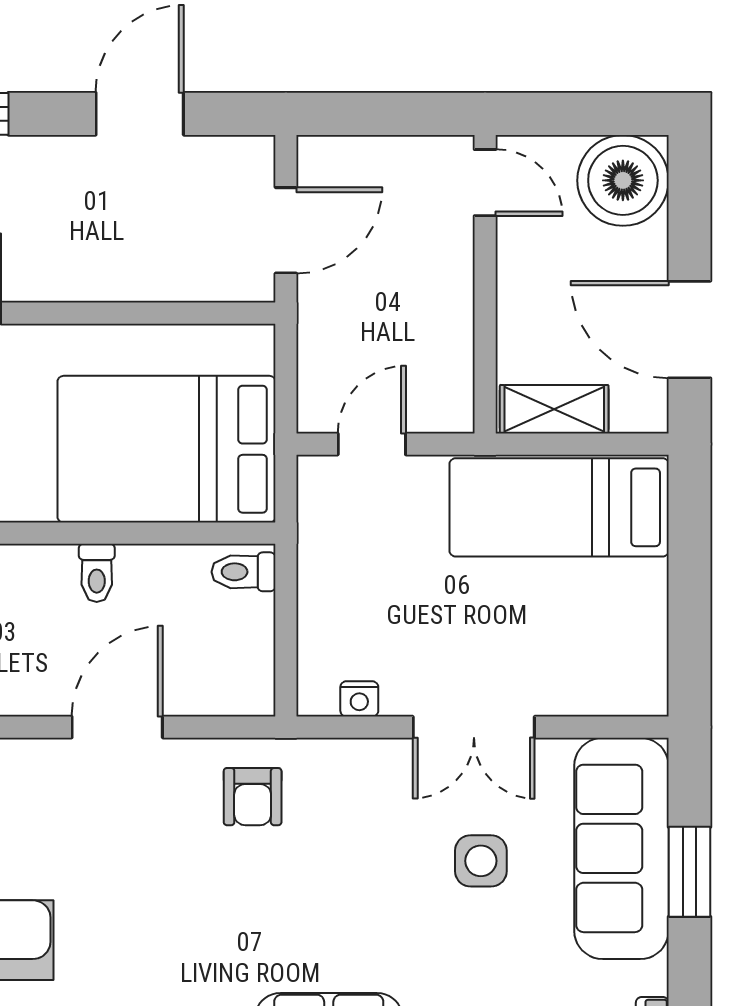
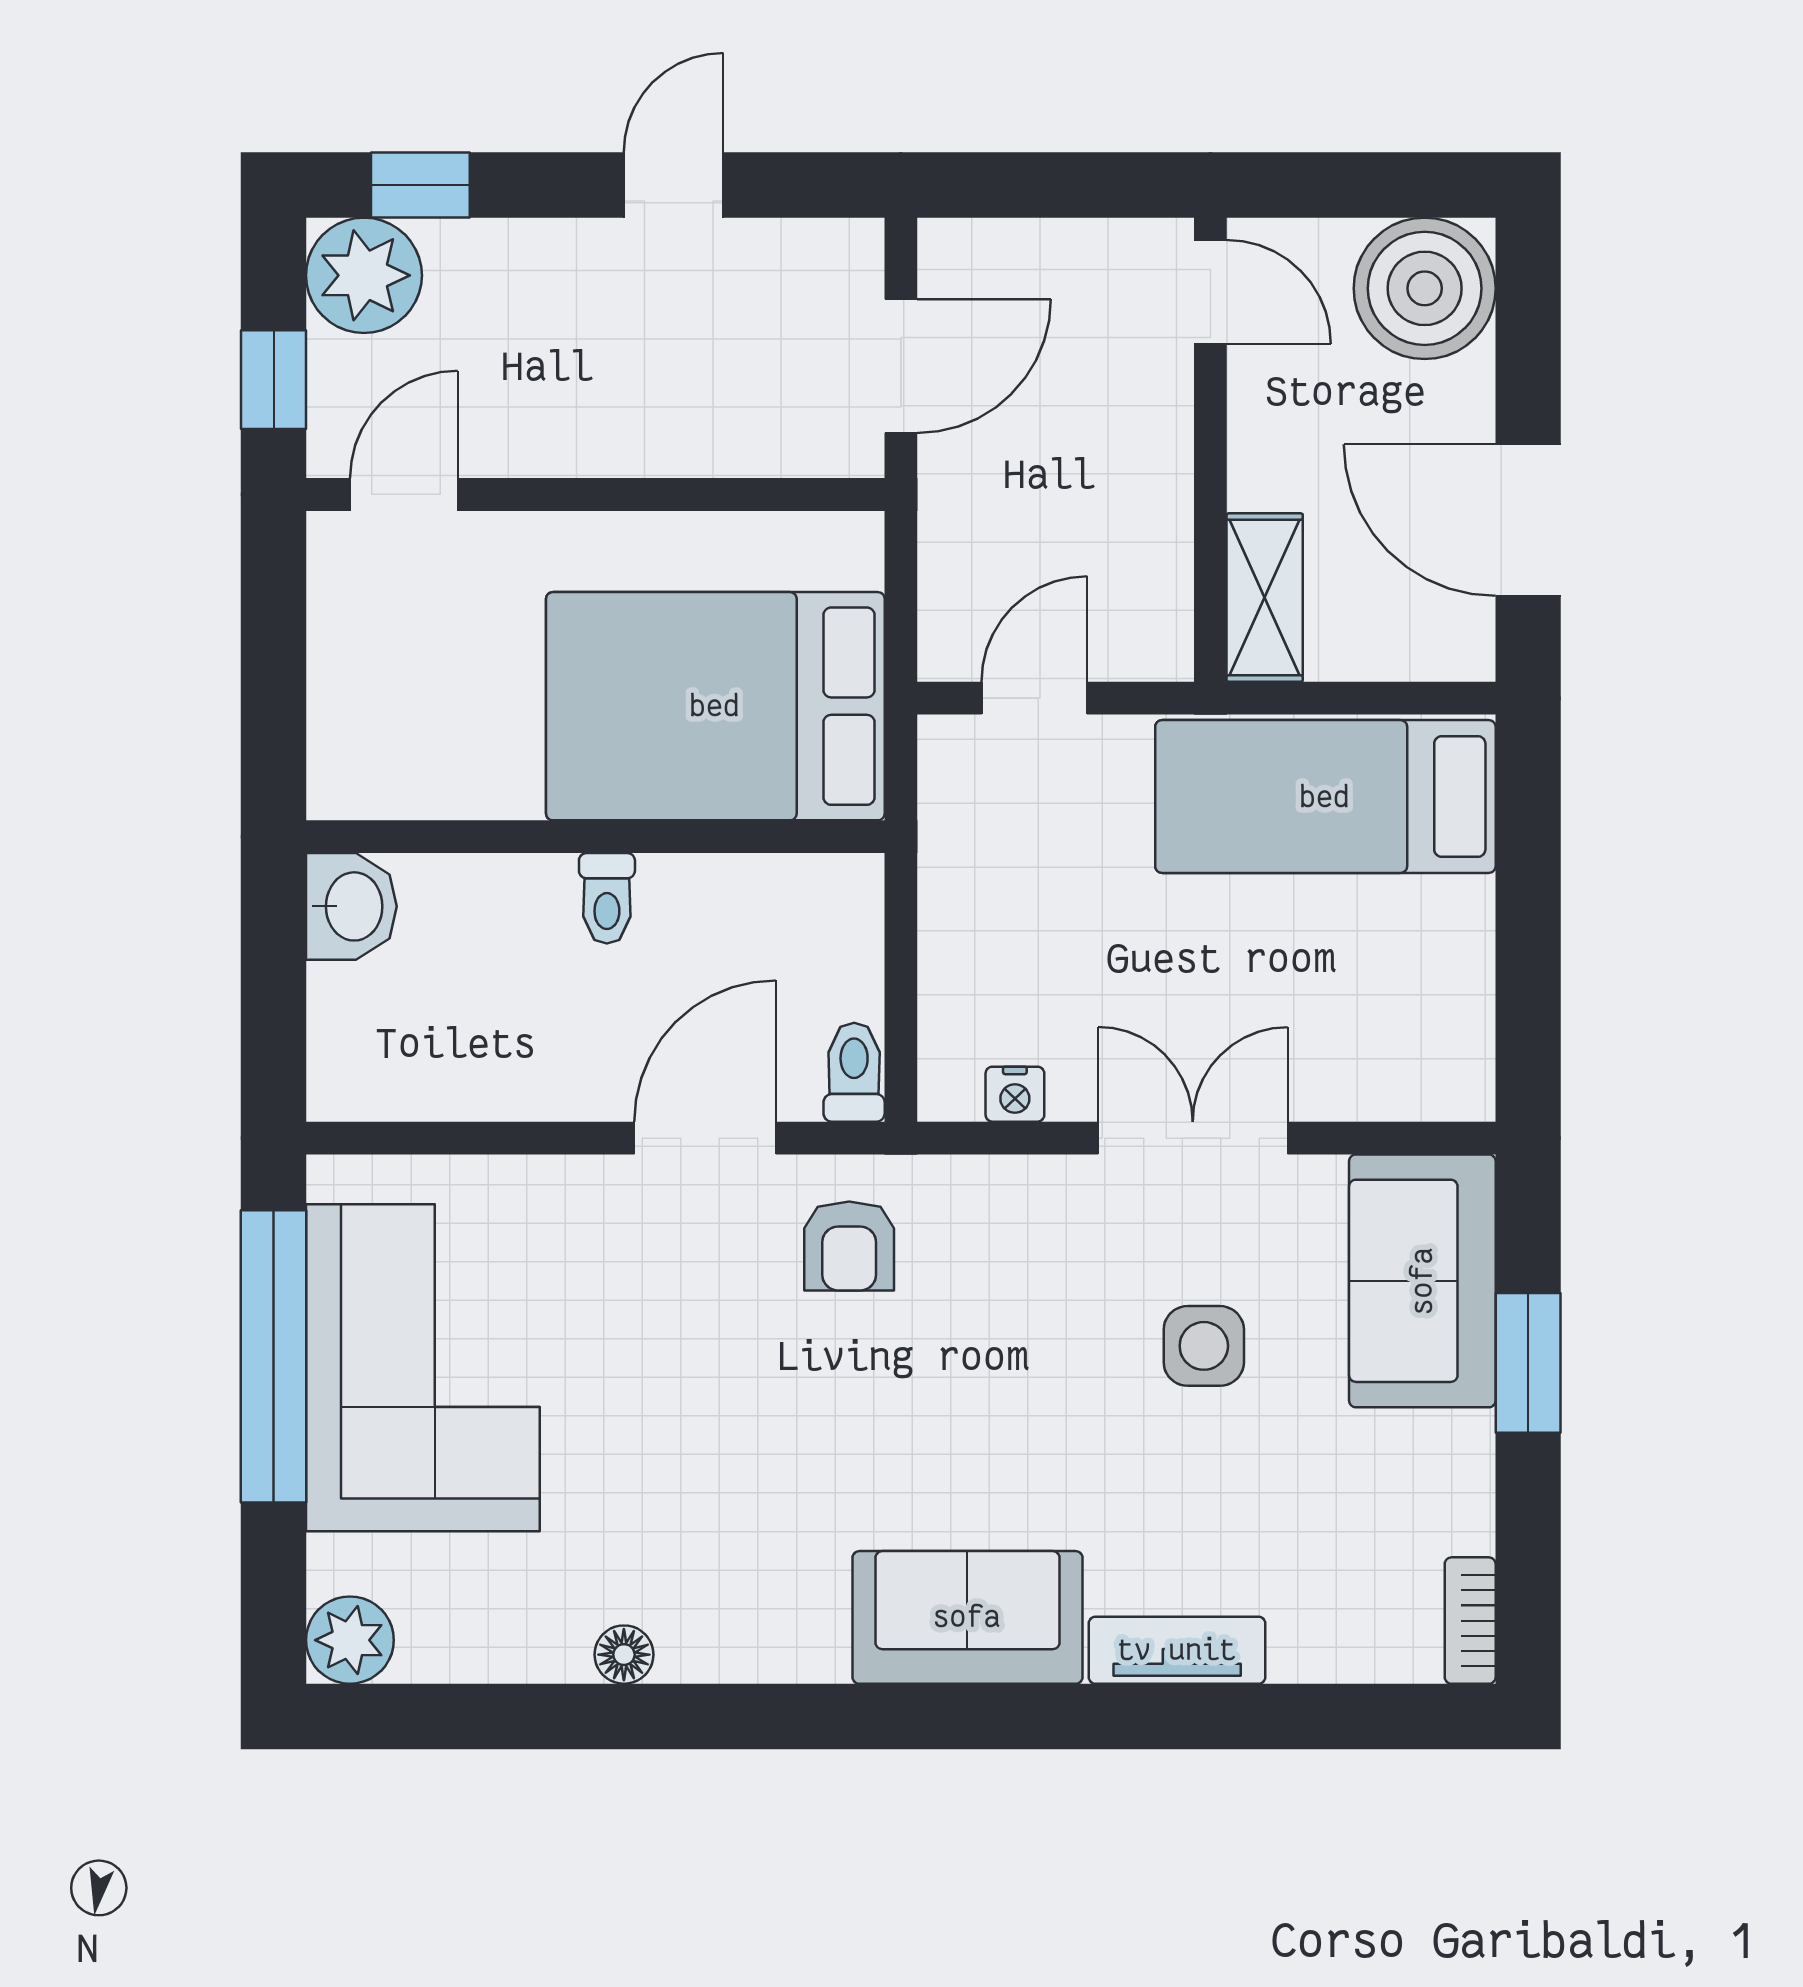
door: (140, 114) -> (674, 185), width x0.73
shelving: (554, 409) -> (1265, 598), moved, turned 90
toilet: (243, 572) -> (854, 1072), moved, turned 90
door: (117, 727) -> (705, 1138), moved
double door: (474, 727) -> (1193, 1138), swing flipped
sofa: (621, 848) -> (1422, 1281), width x0.73

